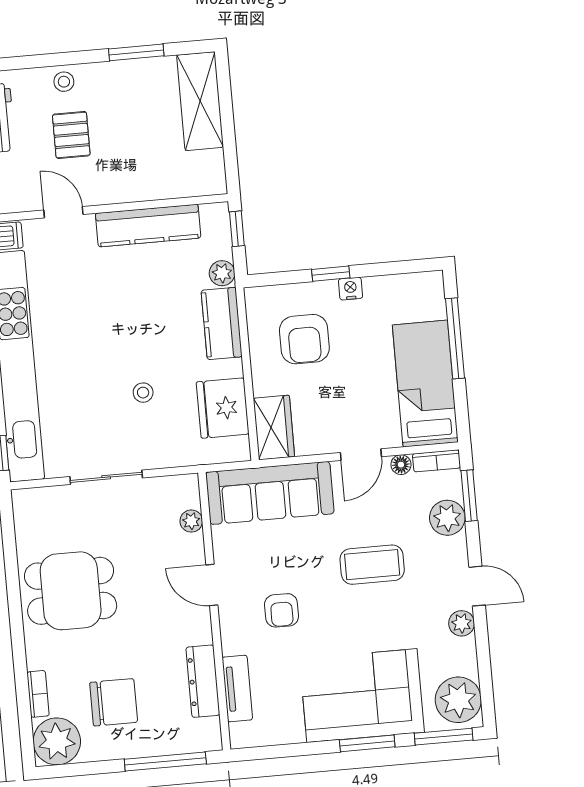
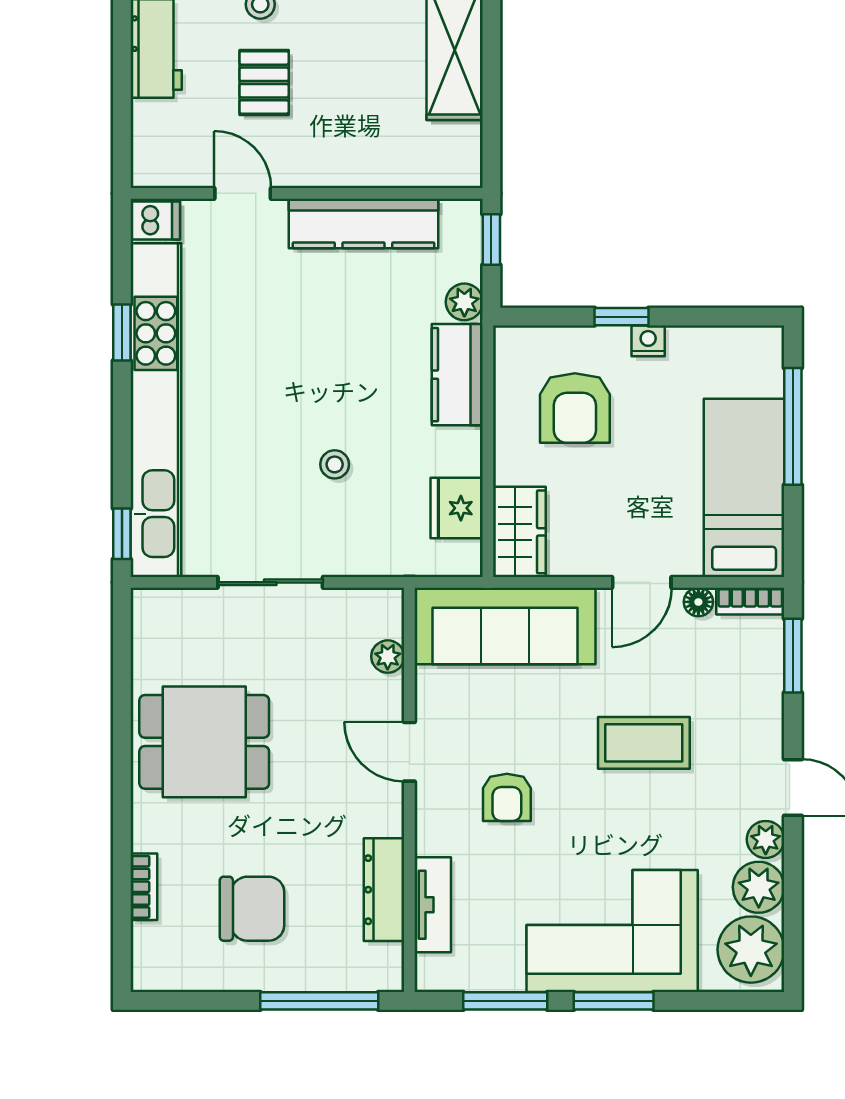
fridge: (223, 408) -> (457, 508), width x0.73, depth x0.75
plant: (447, 518) -> (759, 887), moved
window: (444, 737) -> (505, 1001), moved
plant: (57, 741) -> (165, 958), removed

